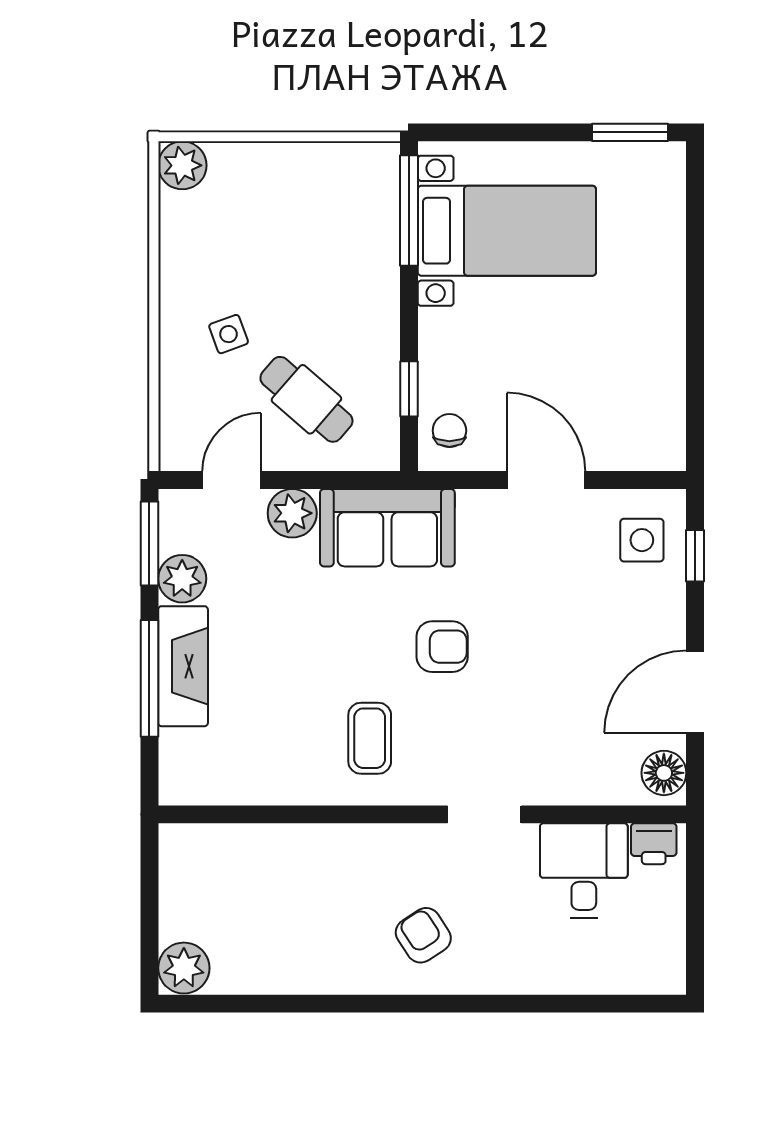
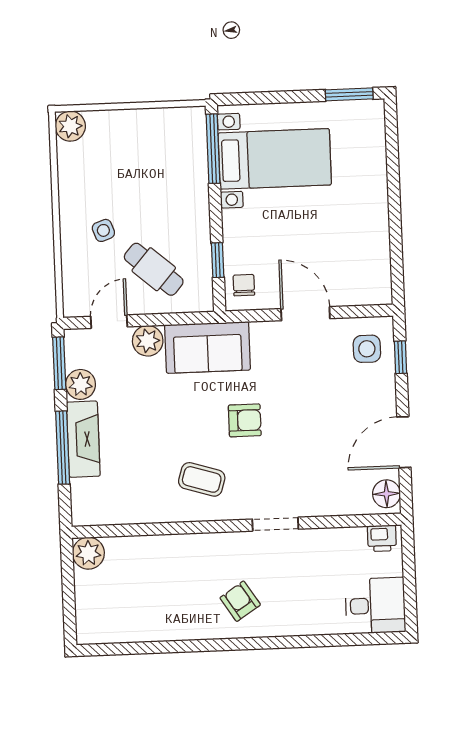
coffee table: (370, 738) -> (202, 479), turned -73
desk: (584, 870) -> (375, 606), moved, turned 90
plant: (184, 968) -> (88, 553), moved

